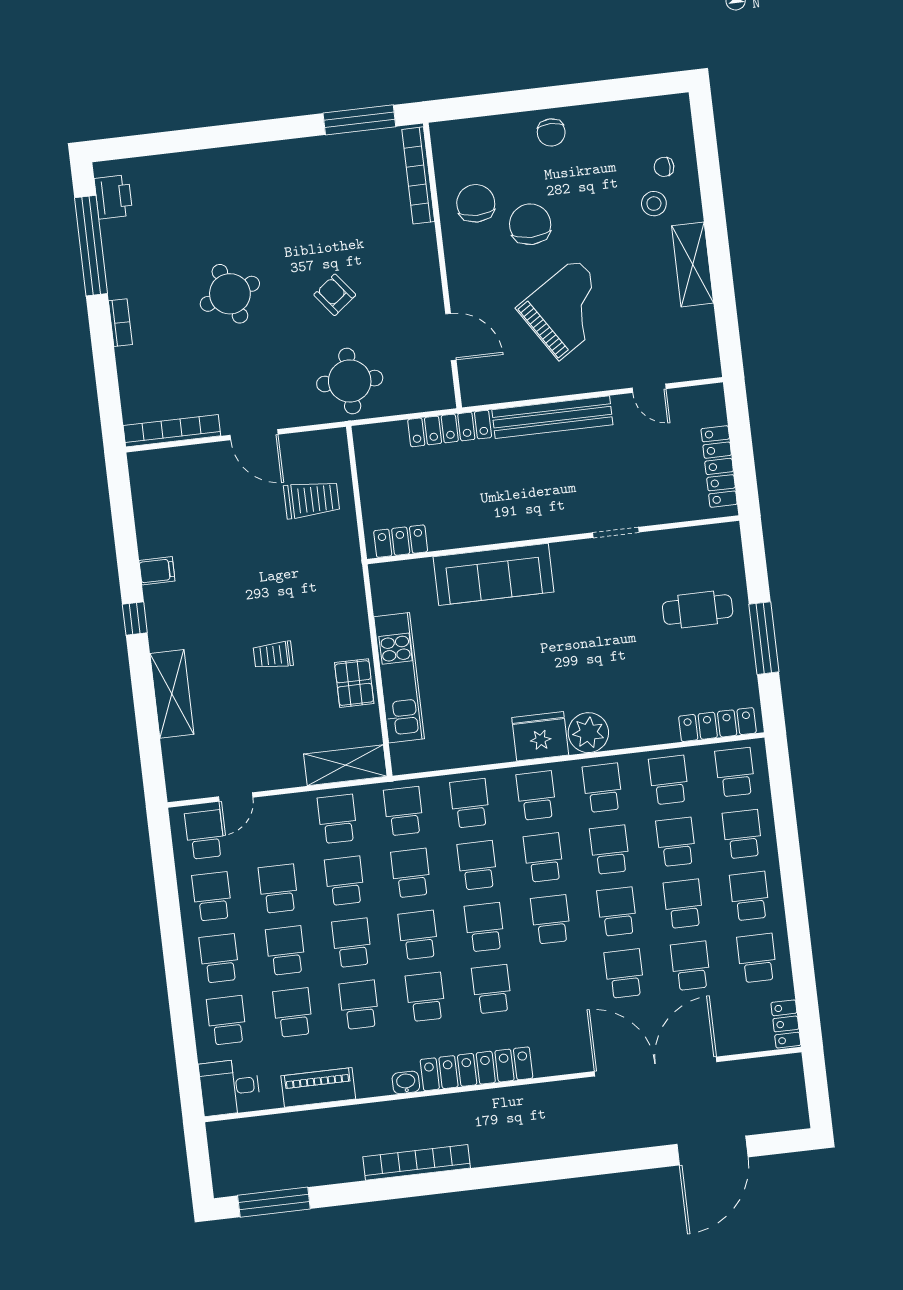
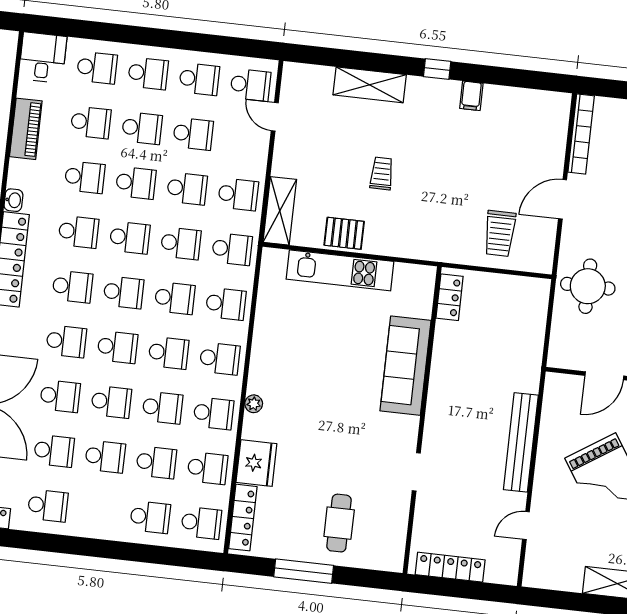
locker: (450, 428) -> (531, 358), removed
plant: (588, 733) -> (254, 404), width x0.53, depth x0.53
fridge: (540, 736) -> (256, 463), moved
school desk: (750, 896) -> (66, 341), moved

